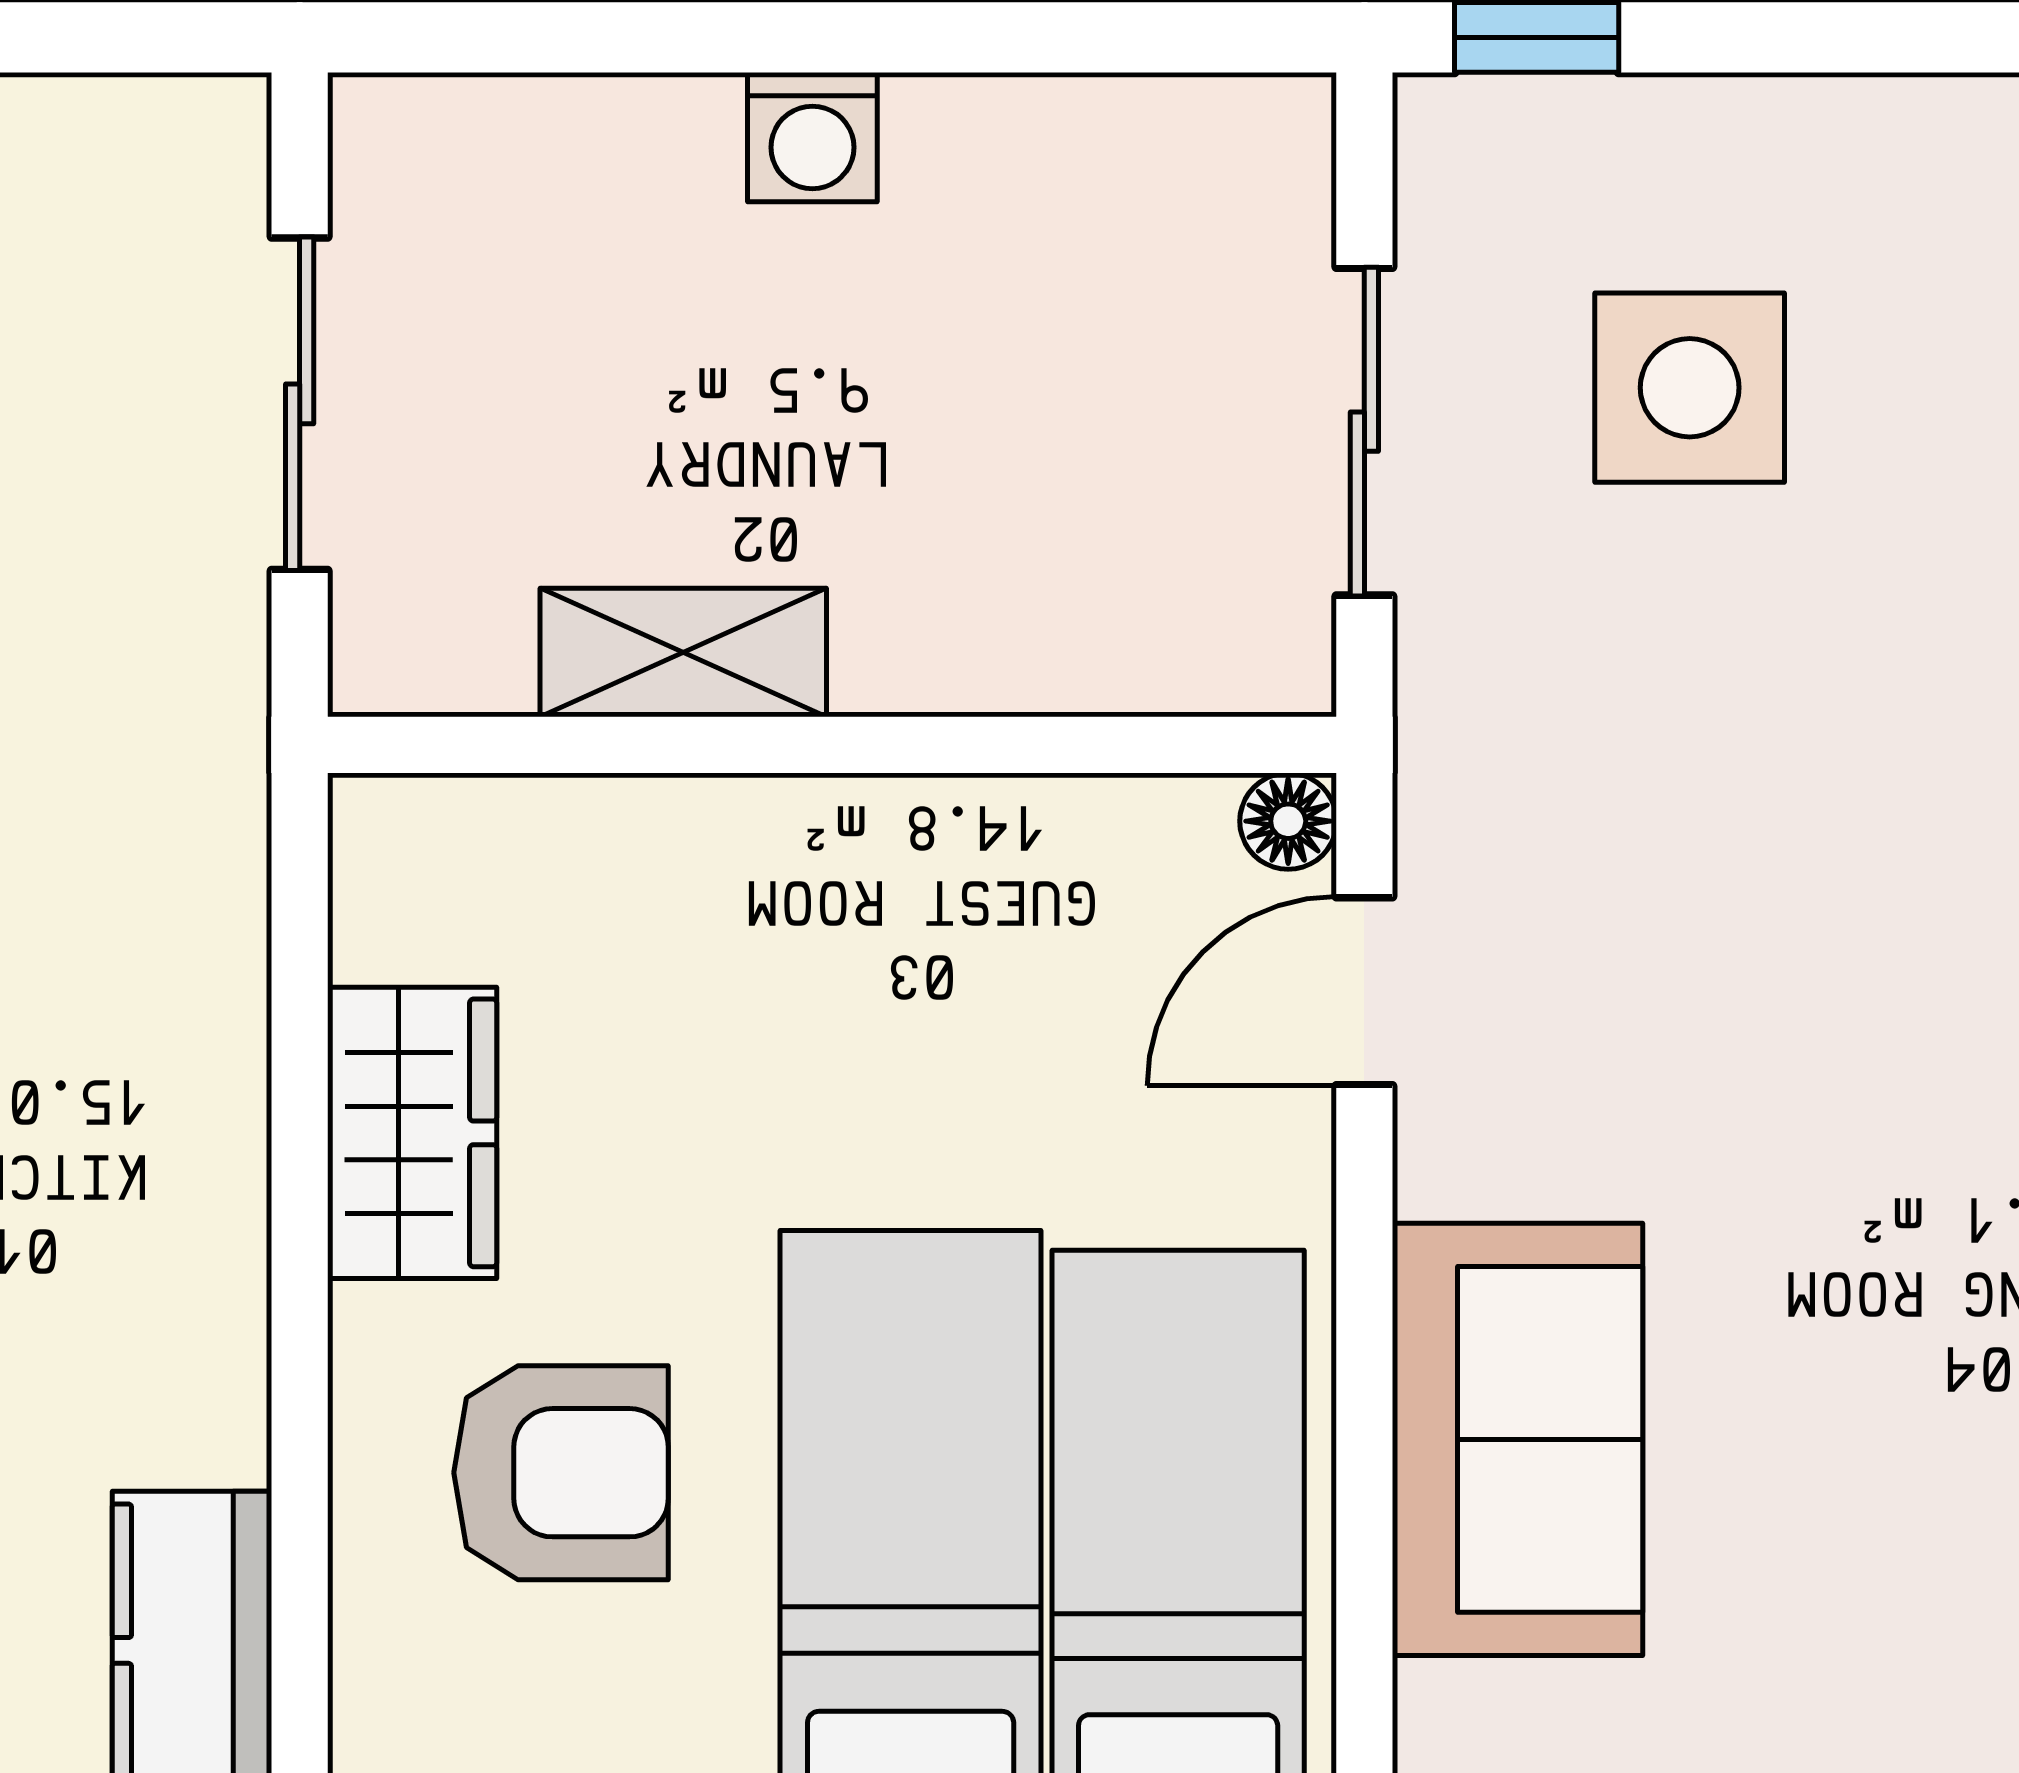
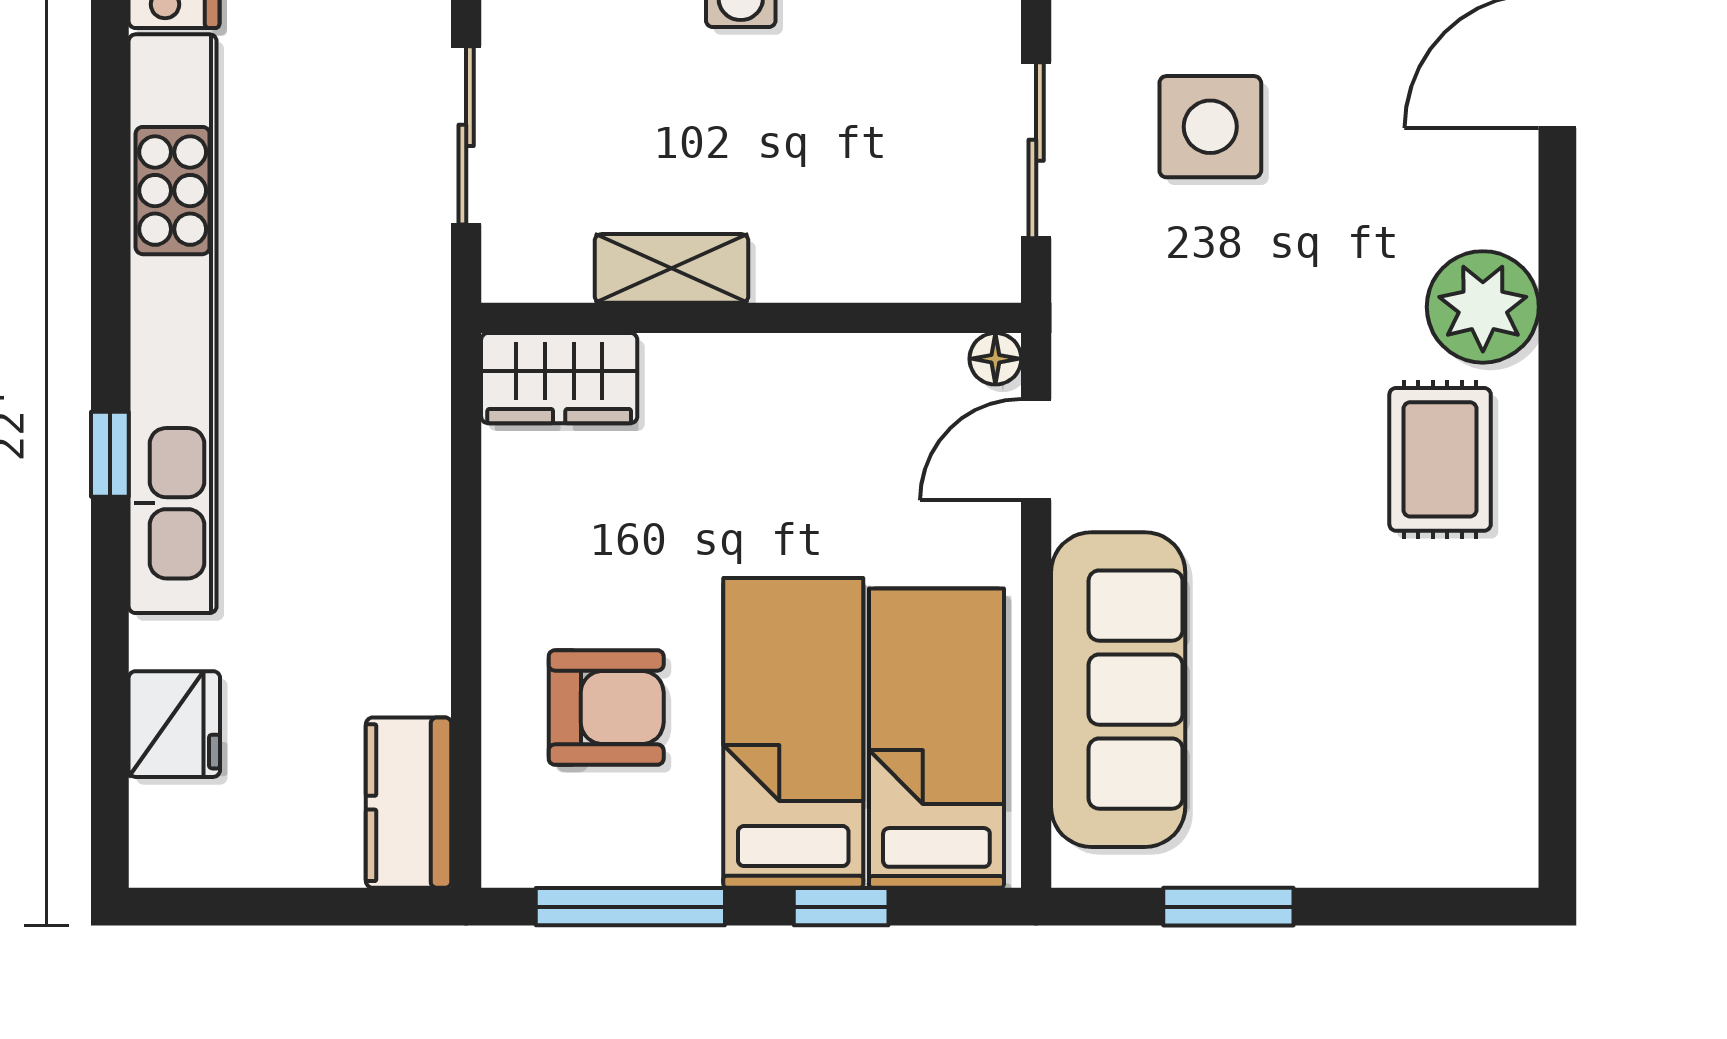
wardrobe: (412, 1133) -> (559, 378), moved, turned 90
sofa: (1518, 1439) -> (1118, 690), width x1.36

